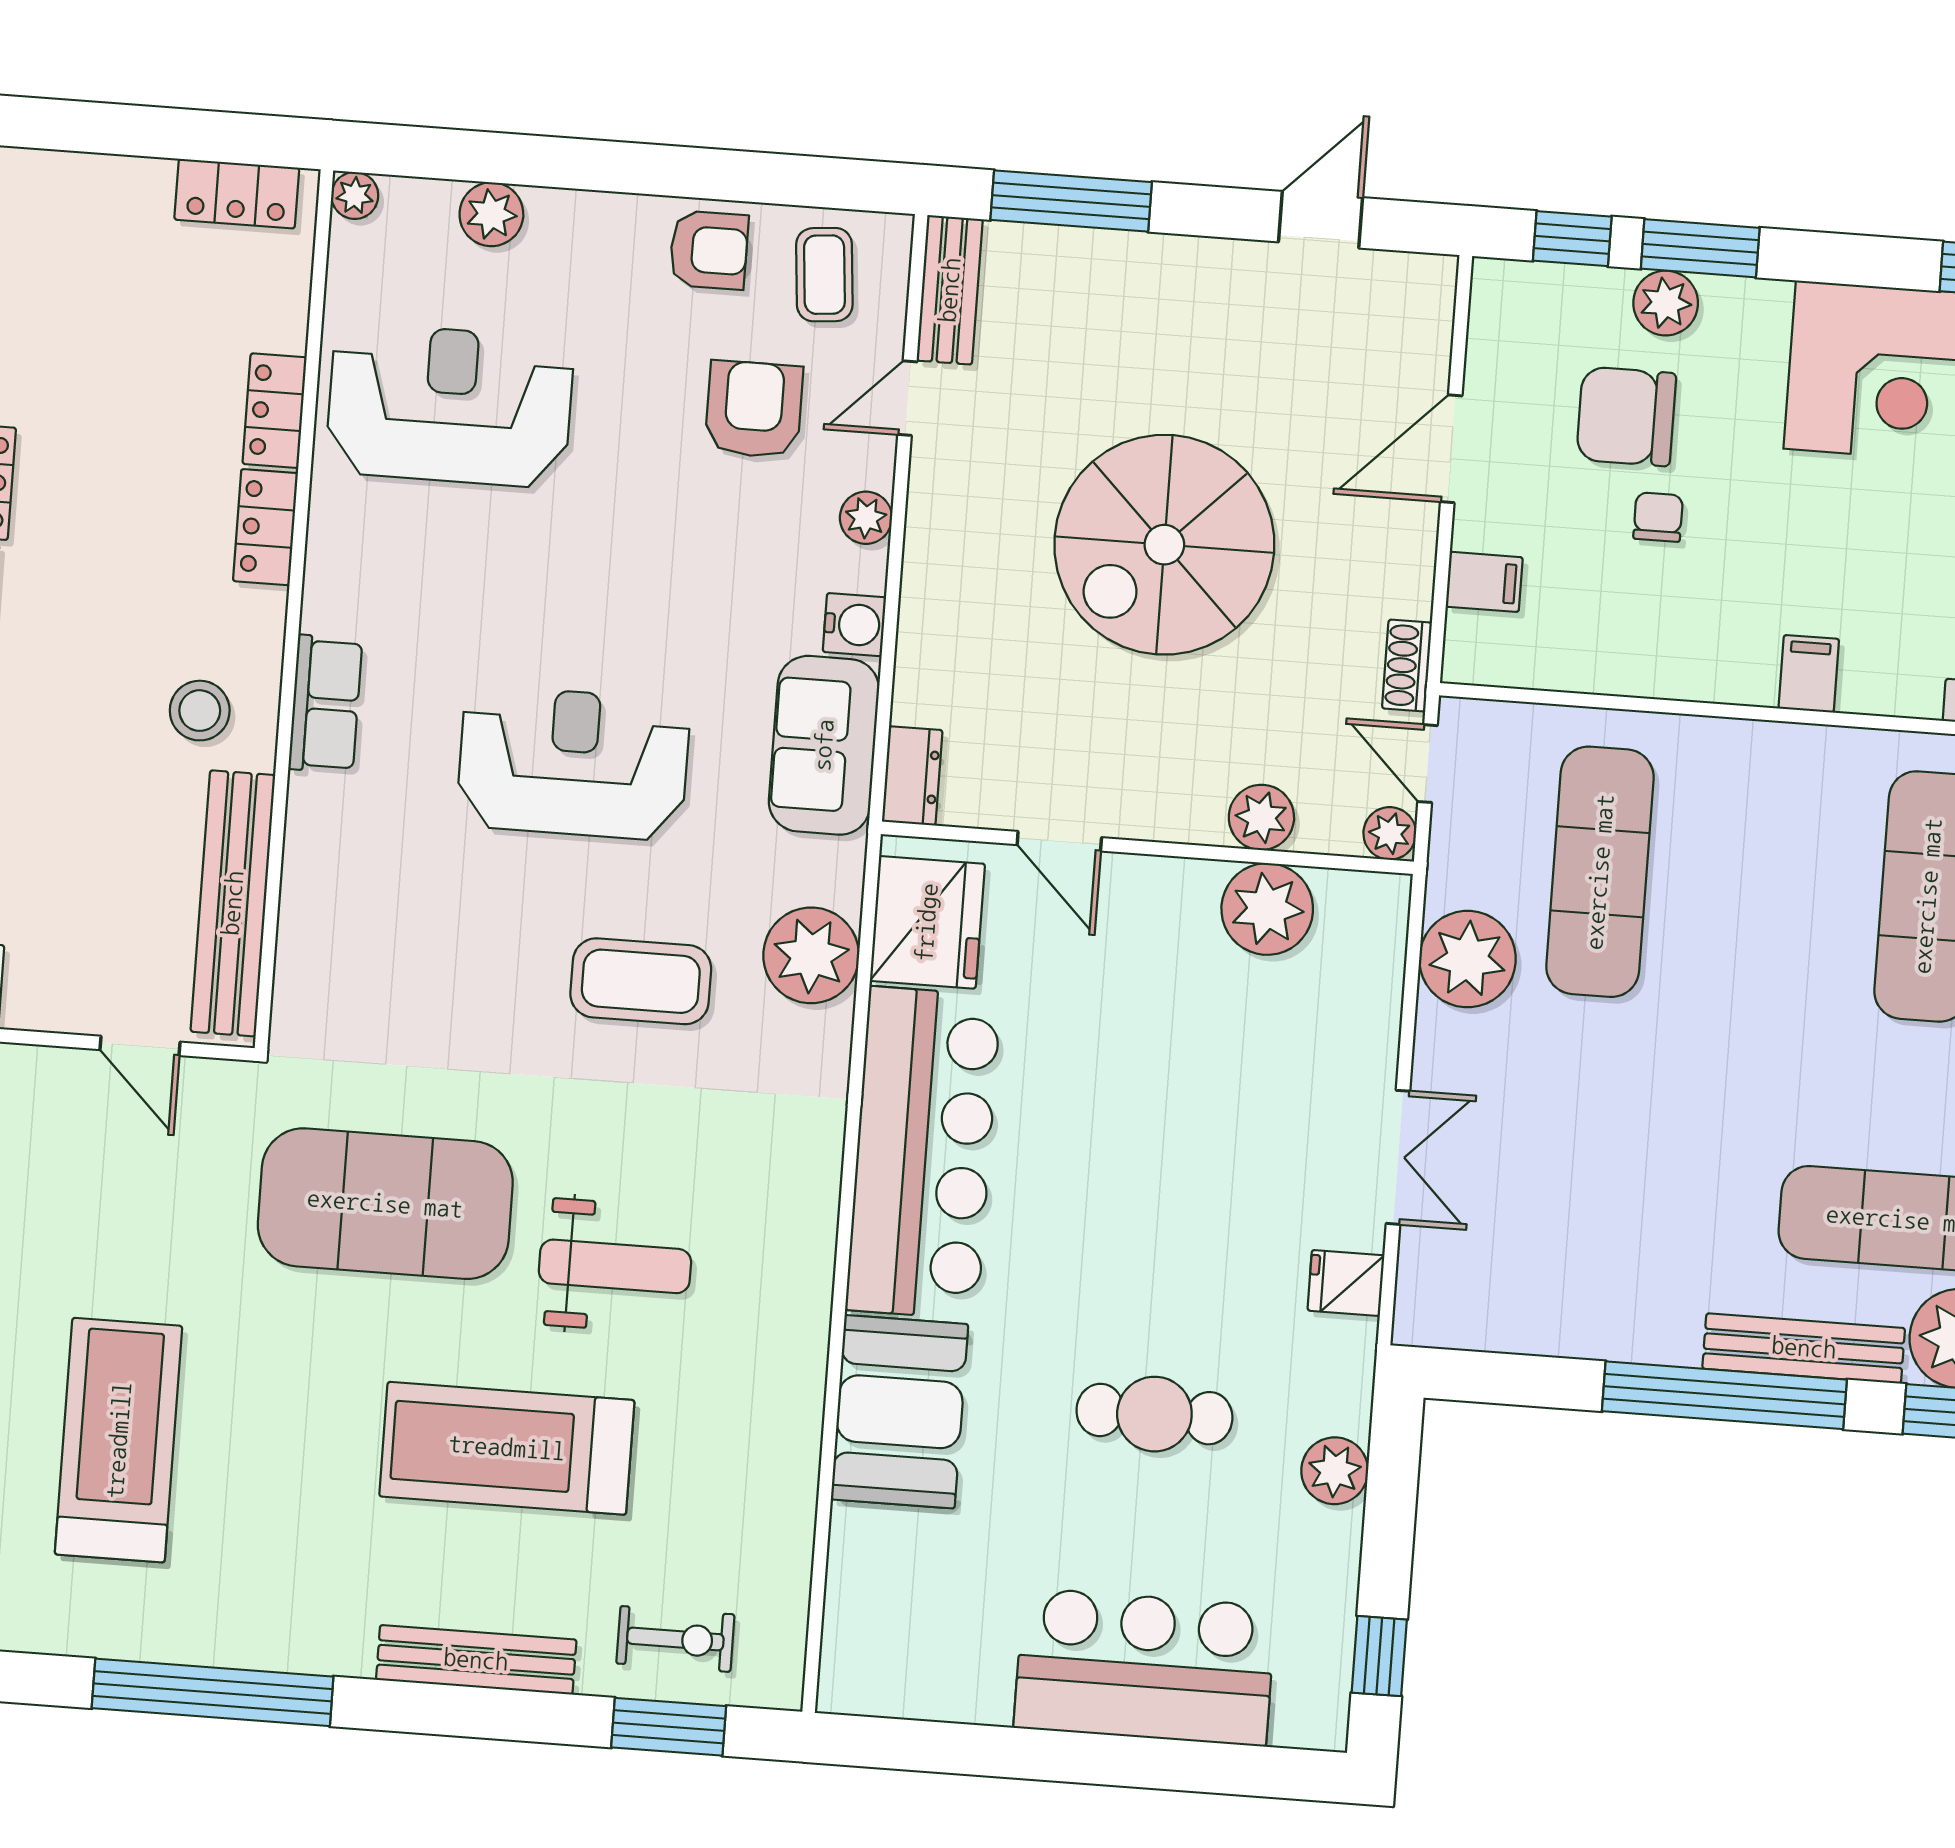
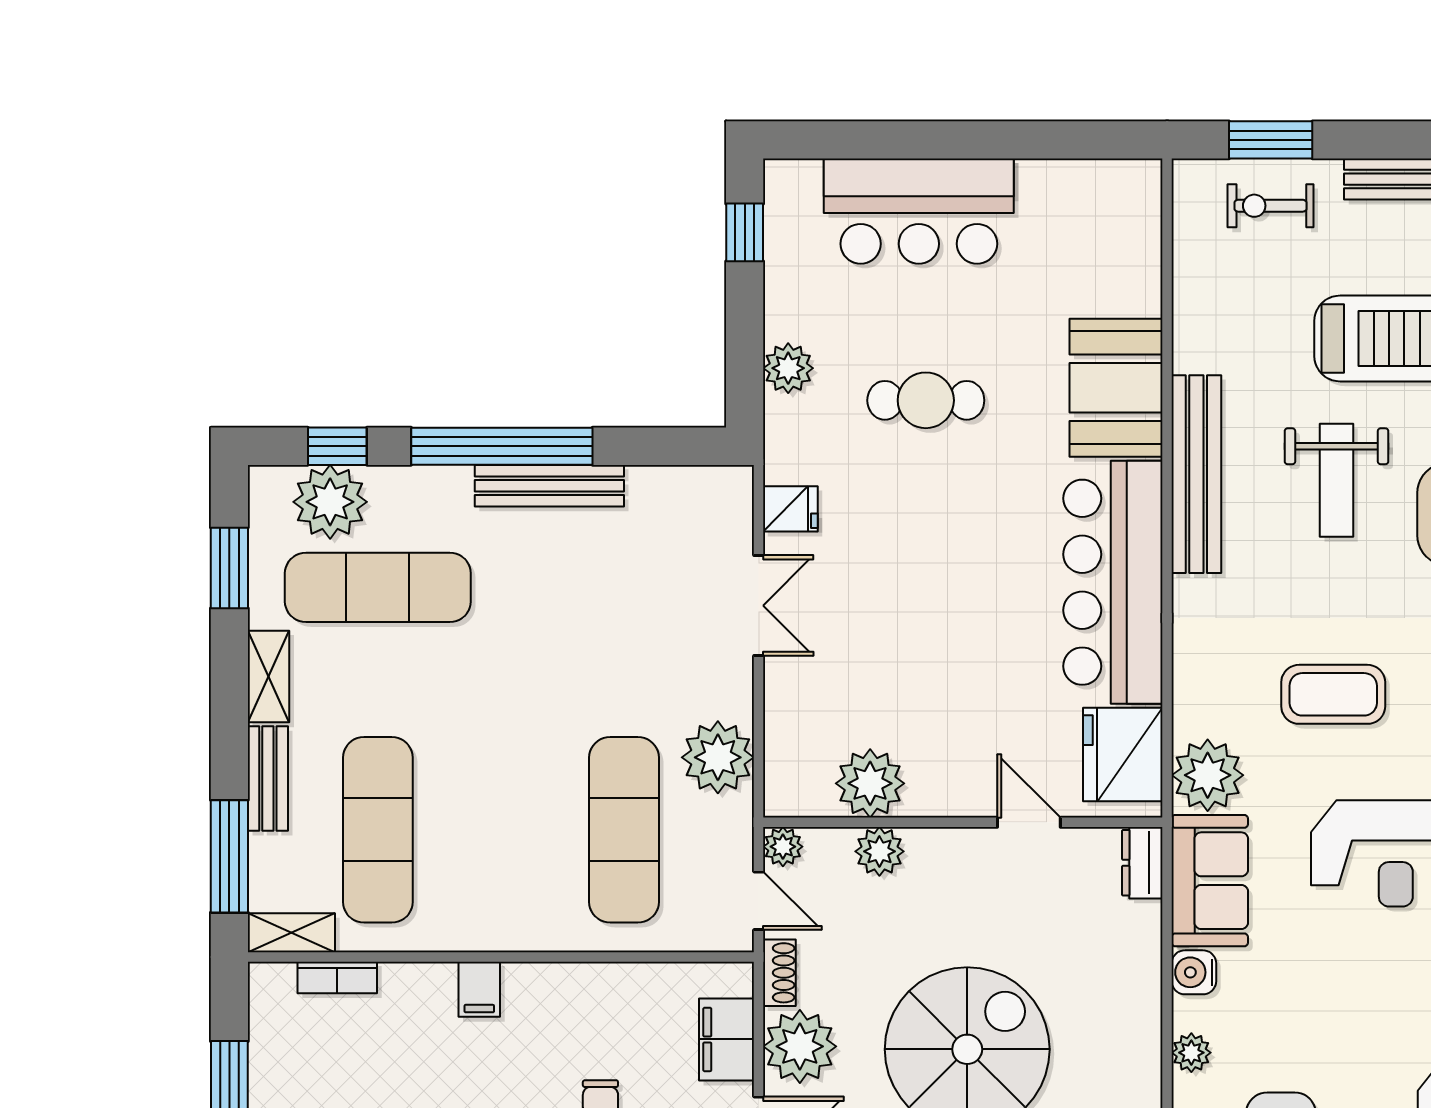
plant: (1387, 565) -> (800, 1046), added
filing cabinet: (1484, 582) -> (726, 1039), width x2.00
plant: (811, 955) -> (1208, 775), moved
double door: (1398, 1157) -> (759, 606), swing flipped
weight bench: (615, 1266) -> (1337, 480), turned -90
bench: (801, 1289) -> (1196, 474), added
bench: (1804, 1348) -> (549, 486), moved

